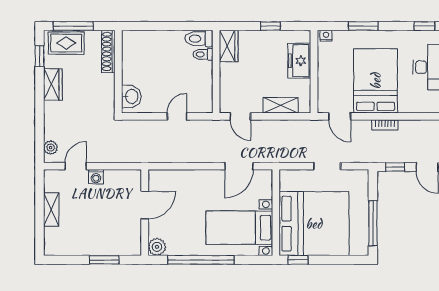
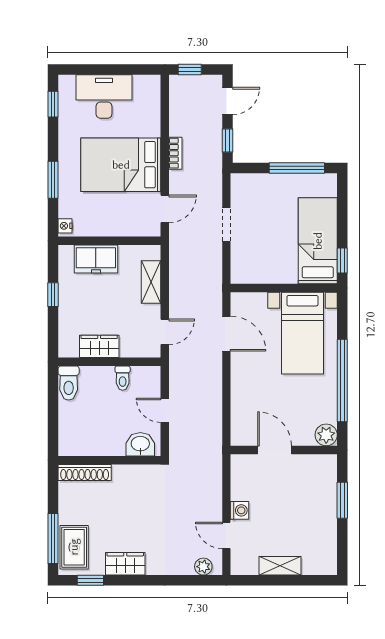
wardrobe: (229, 46) -> (99, 346), moved
shoe rack: (108, 51) -> (85, 473), moved
toilet: (203, 54) -> (123, 378), moved
wall: (118, 72) -> (109, 460), moved
washbasin: (131, 97) -> (140, 444), moved
bed: (314, 224) -> (318, 241), width x0.49

